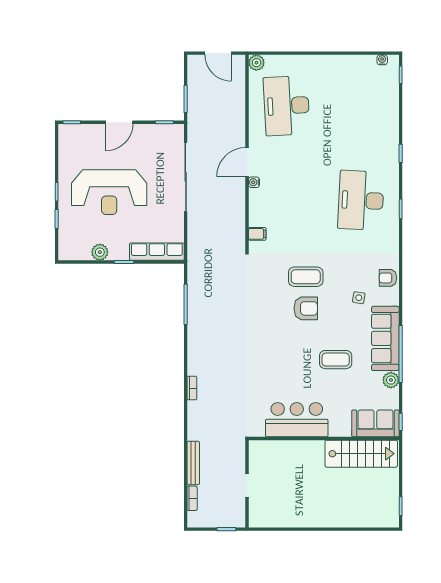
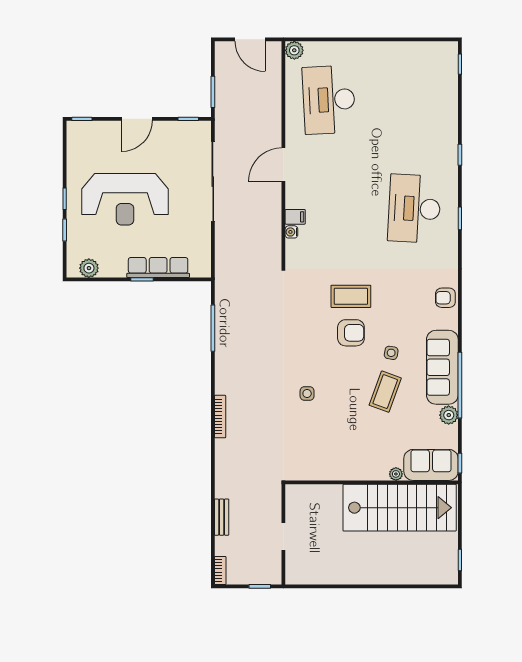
water cooler: (382, 60) -> (439, 47), removed
water cooler: (254, 182) -> (291, 232), moved
filing cabinet: (257, 234) -> (295, 217), moved
plant: (100, 252) -> (89, 268), moved
row of seats: (157, 252) -> (158, 268), moved
side table: (359, 298) -> (391, 353), moved
coffee table: (336, 360) -> (385, 392), turned -70
side table: (268, 361) -> (307, 394), added
bookcase: (192, 388) -> (220, 417), width x1.56
bar counter: (297, 420) -> (341, 461), removed
plant: (345, 431) -> (396, 474), added
stairs: (361, 454) -> (400, 508), width x1.36, depth x1.51
bench: (193, 463) -> (222, 517), width x0.73
bookcase: (192, 498) -> (220, 571), moved

